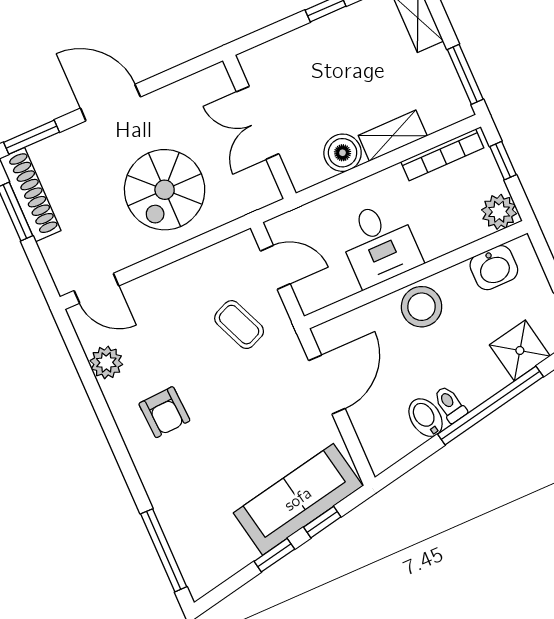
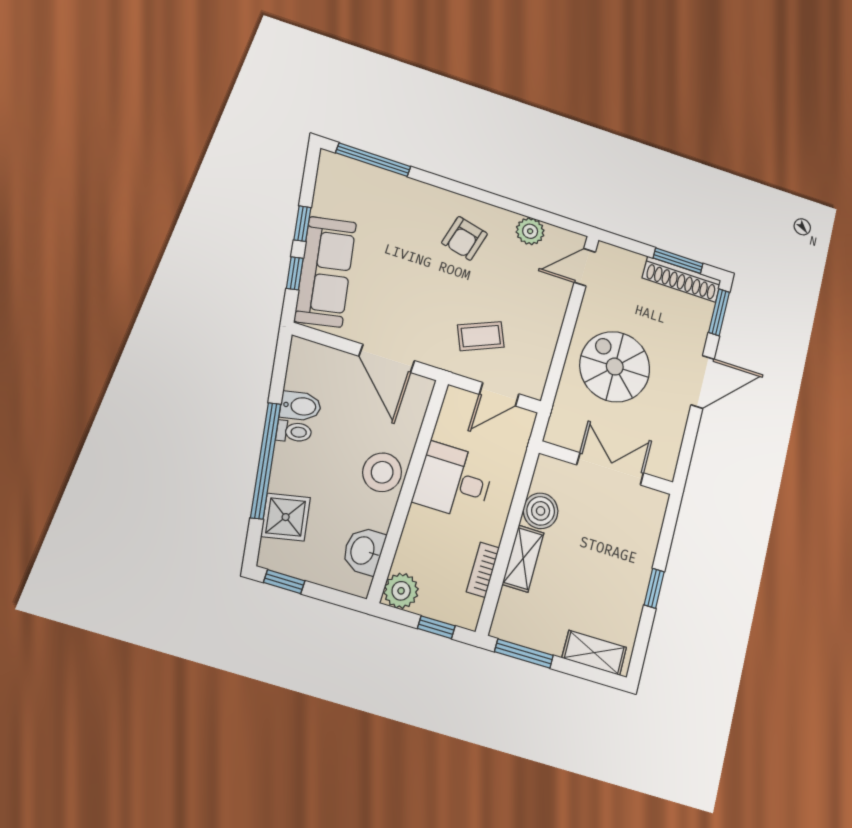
bookcase: (442, 155) -> (483, 570), width x0.64
armchair: (164, 412) -> (465, 238), turned -73

